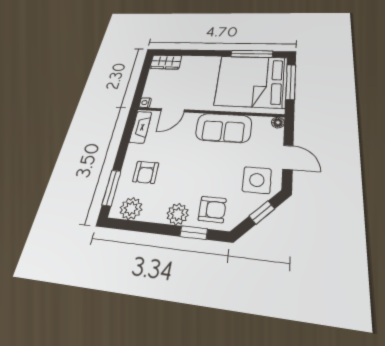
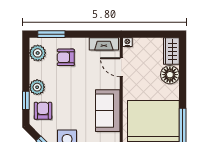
floor lamp: (191, 64) -> (170, 75), added
armchair: (212, 209) -> (43, 111), turned 180

